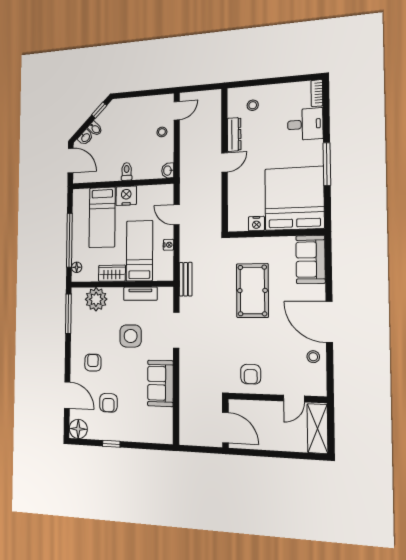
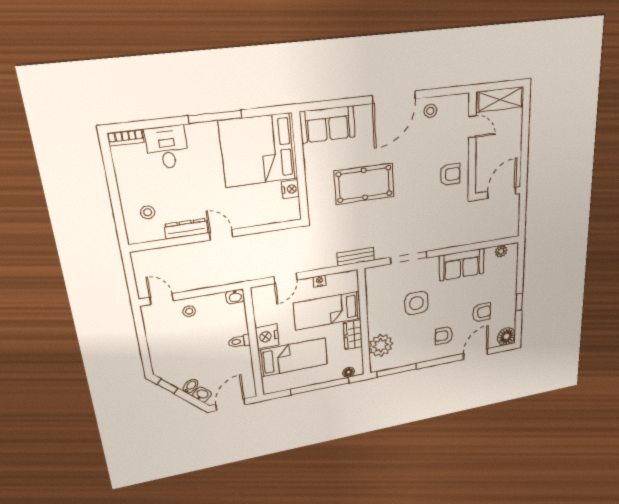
tv unit: (140, 294) -> (373, 301), removed
plant: (167, 425) -> (501, 251), added

